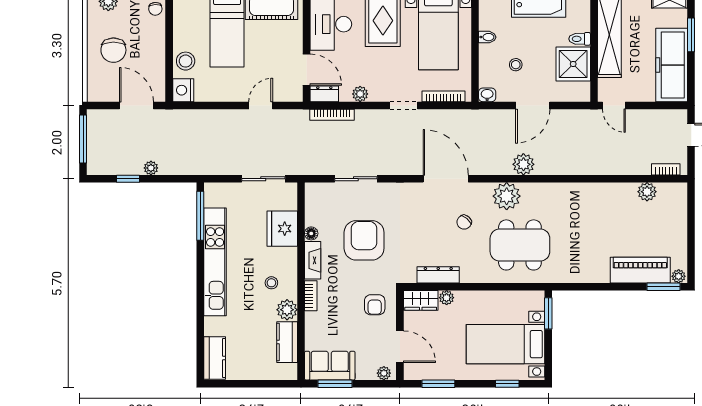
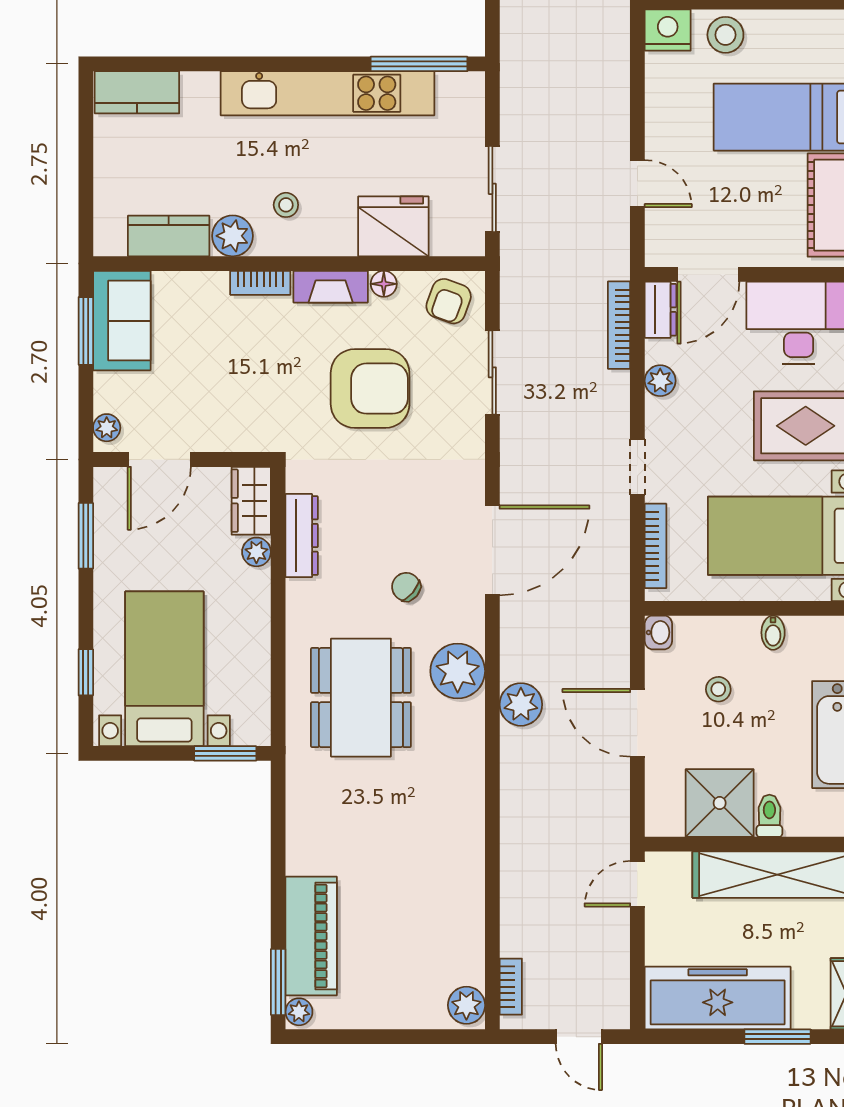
plant: (647, 192) -> (466, 1005), moved
armchair: (375, 305) -> (449, 301), moved, turned -70

